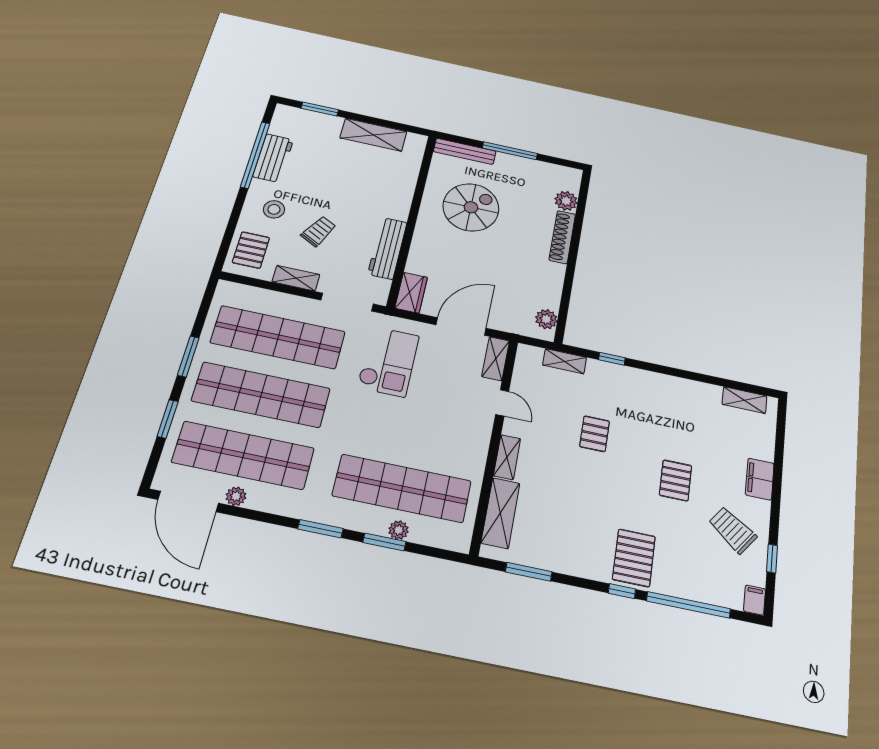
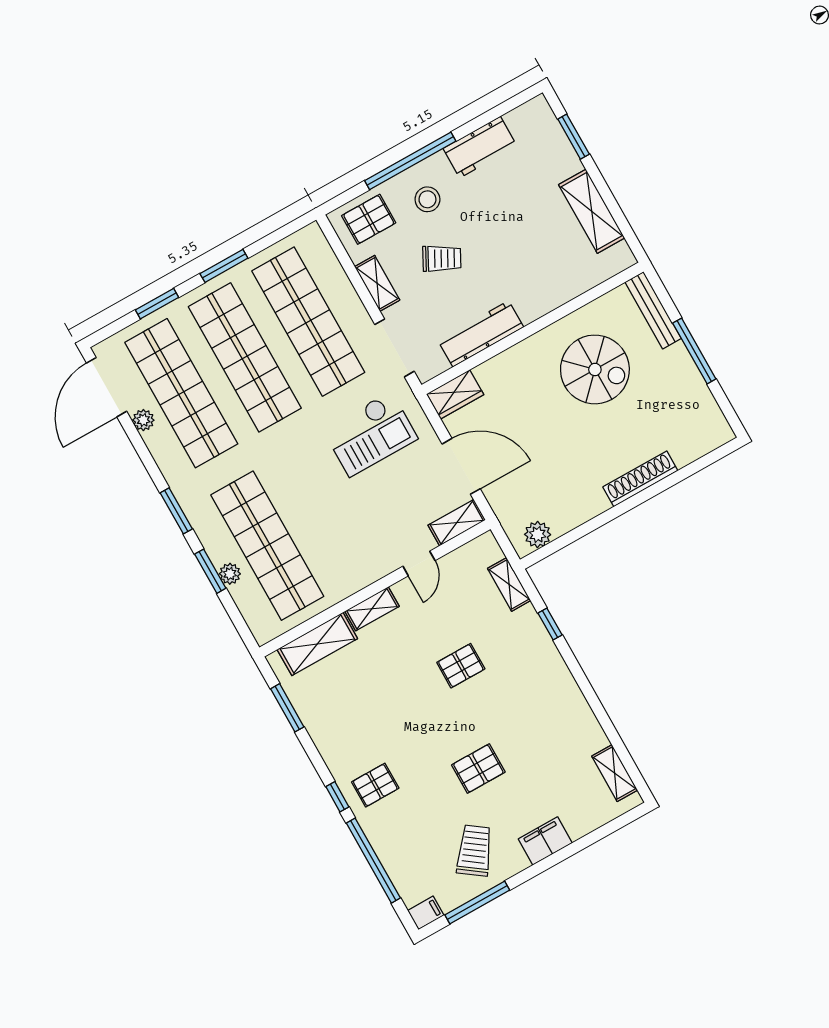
window: (255, 155) -> (410, 161), moved
plant: (566, 201) -> (685, 450), removed
pallet: (634, 558) -> (375, 785), width x0.67, depth x0.71
window: (772, 559) -> (477, 903), width x2.17

